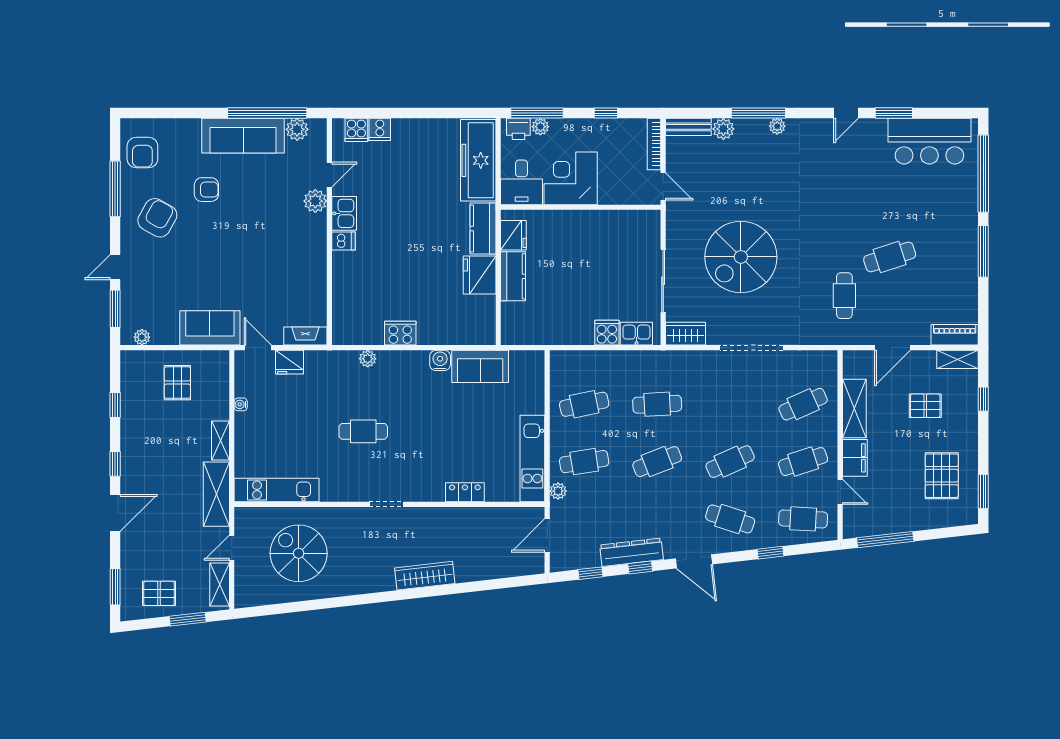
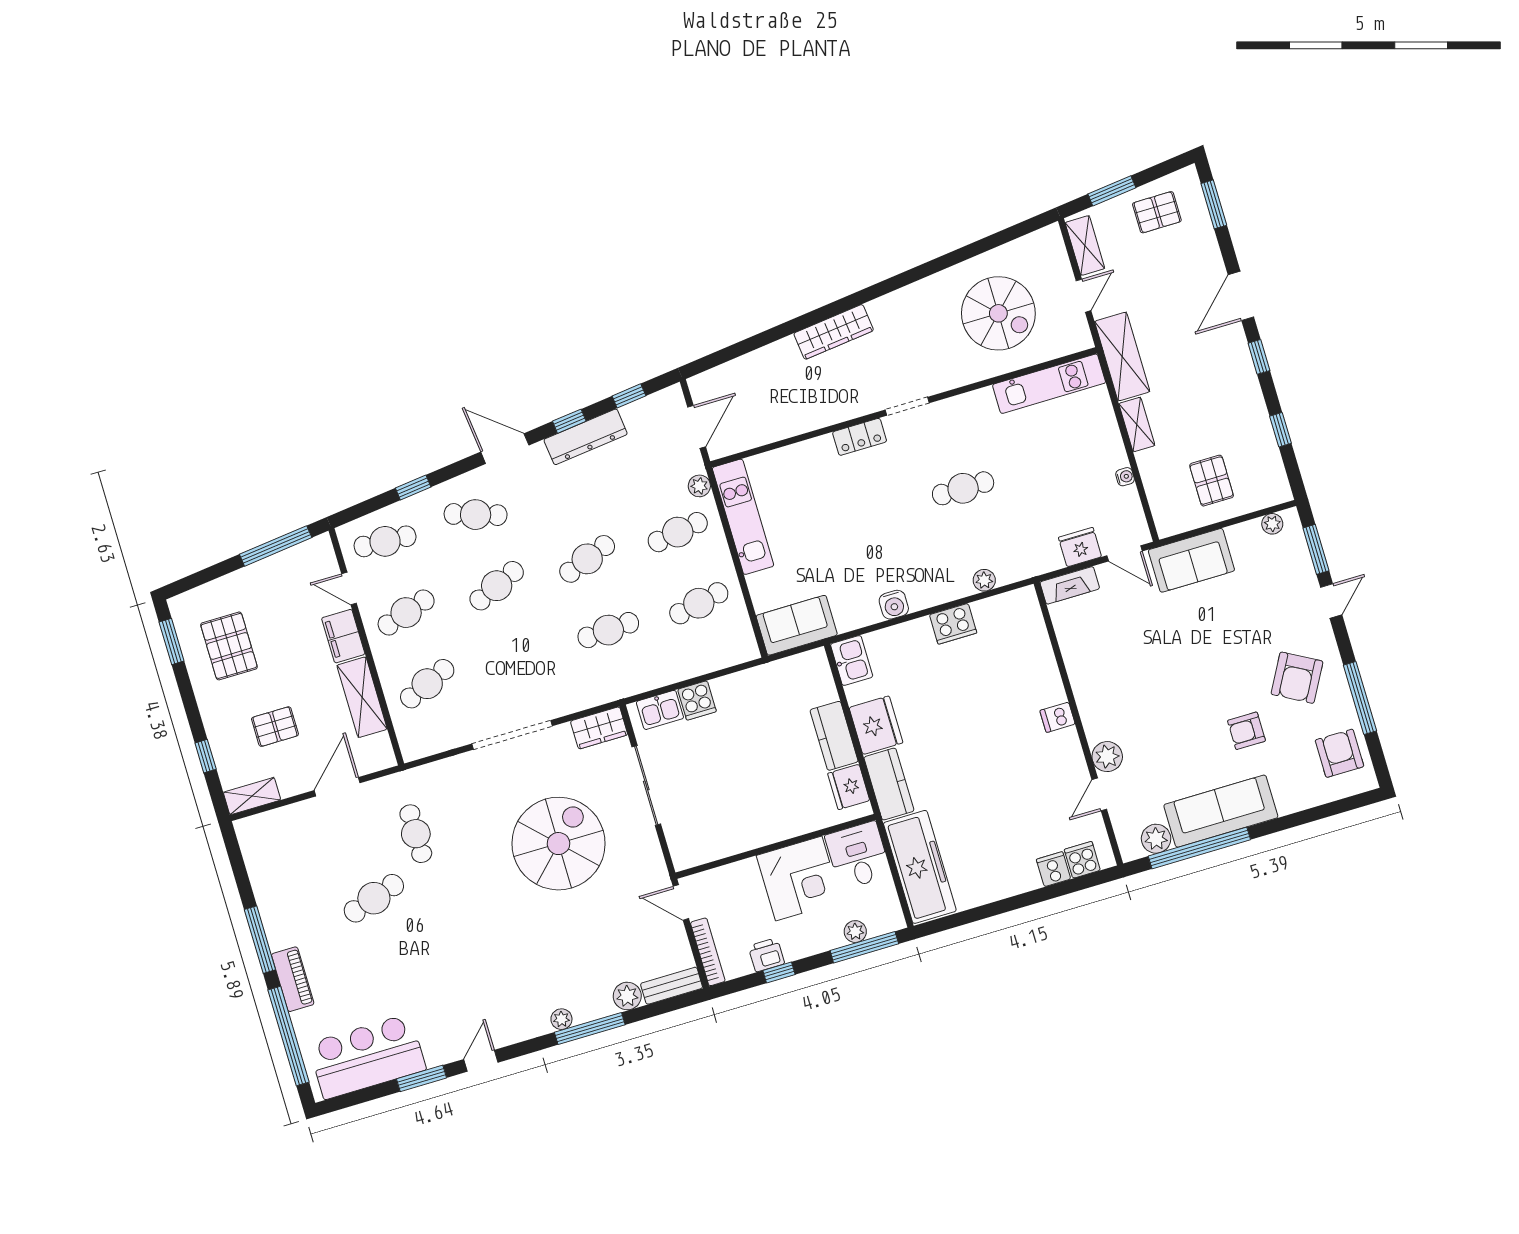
printer: (518, 129) -> (766, 955), moved
kitchen sink: (344, 213) -> (852, 660), moved, turned 180
piano: (955, 335) -> (293, 979), moved, turned -90
sofa: (480, 366) -> (797, 625), moved
locker: (465, 492) -> (860, 437), moved

